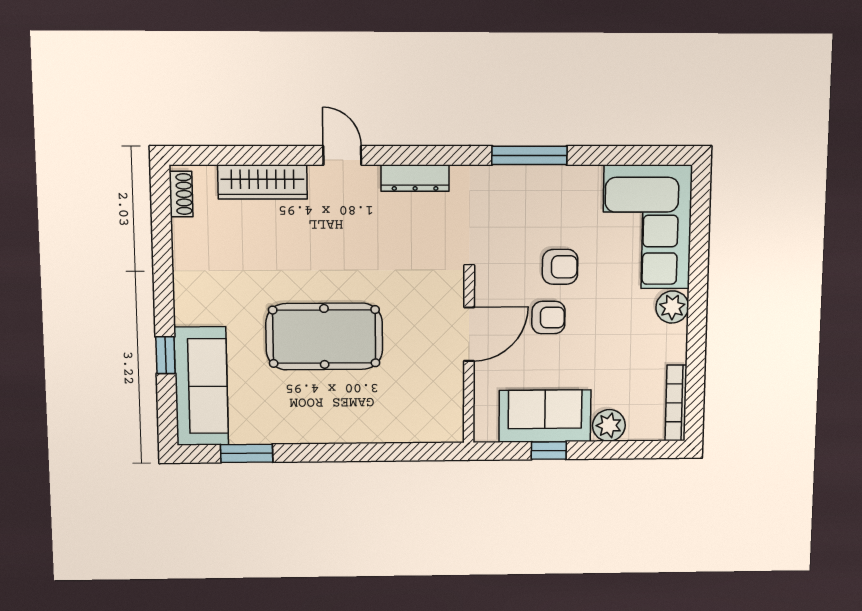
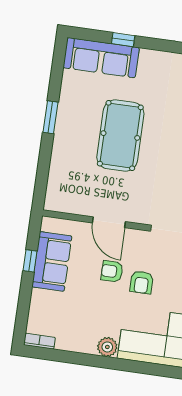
armchair: (548, 318) -> (112, 271), turned 90
bookcase: (676, 403) -> (39, 341), width x0.64
plant: (609, 425) -> (40, 300), removed
window: (247, 453) -> (50, 117), moved

